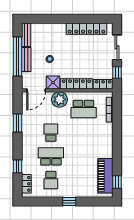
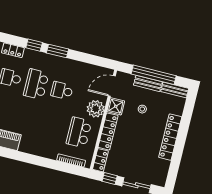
locker: (86, 29) -> (170, 137), moved
door: (36, 90) -> (112, 86), hinge flipped
window: (18, 123) -> (57, 51), moved
school desk: (51, 133) -> (62, 91), turned 180
school desk: (51, 156) -> (36, 84), turned 180

